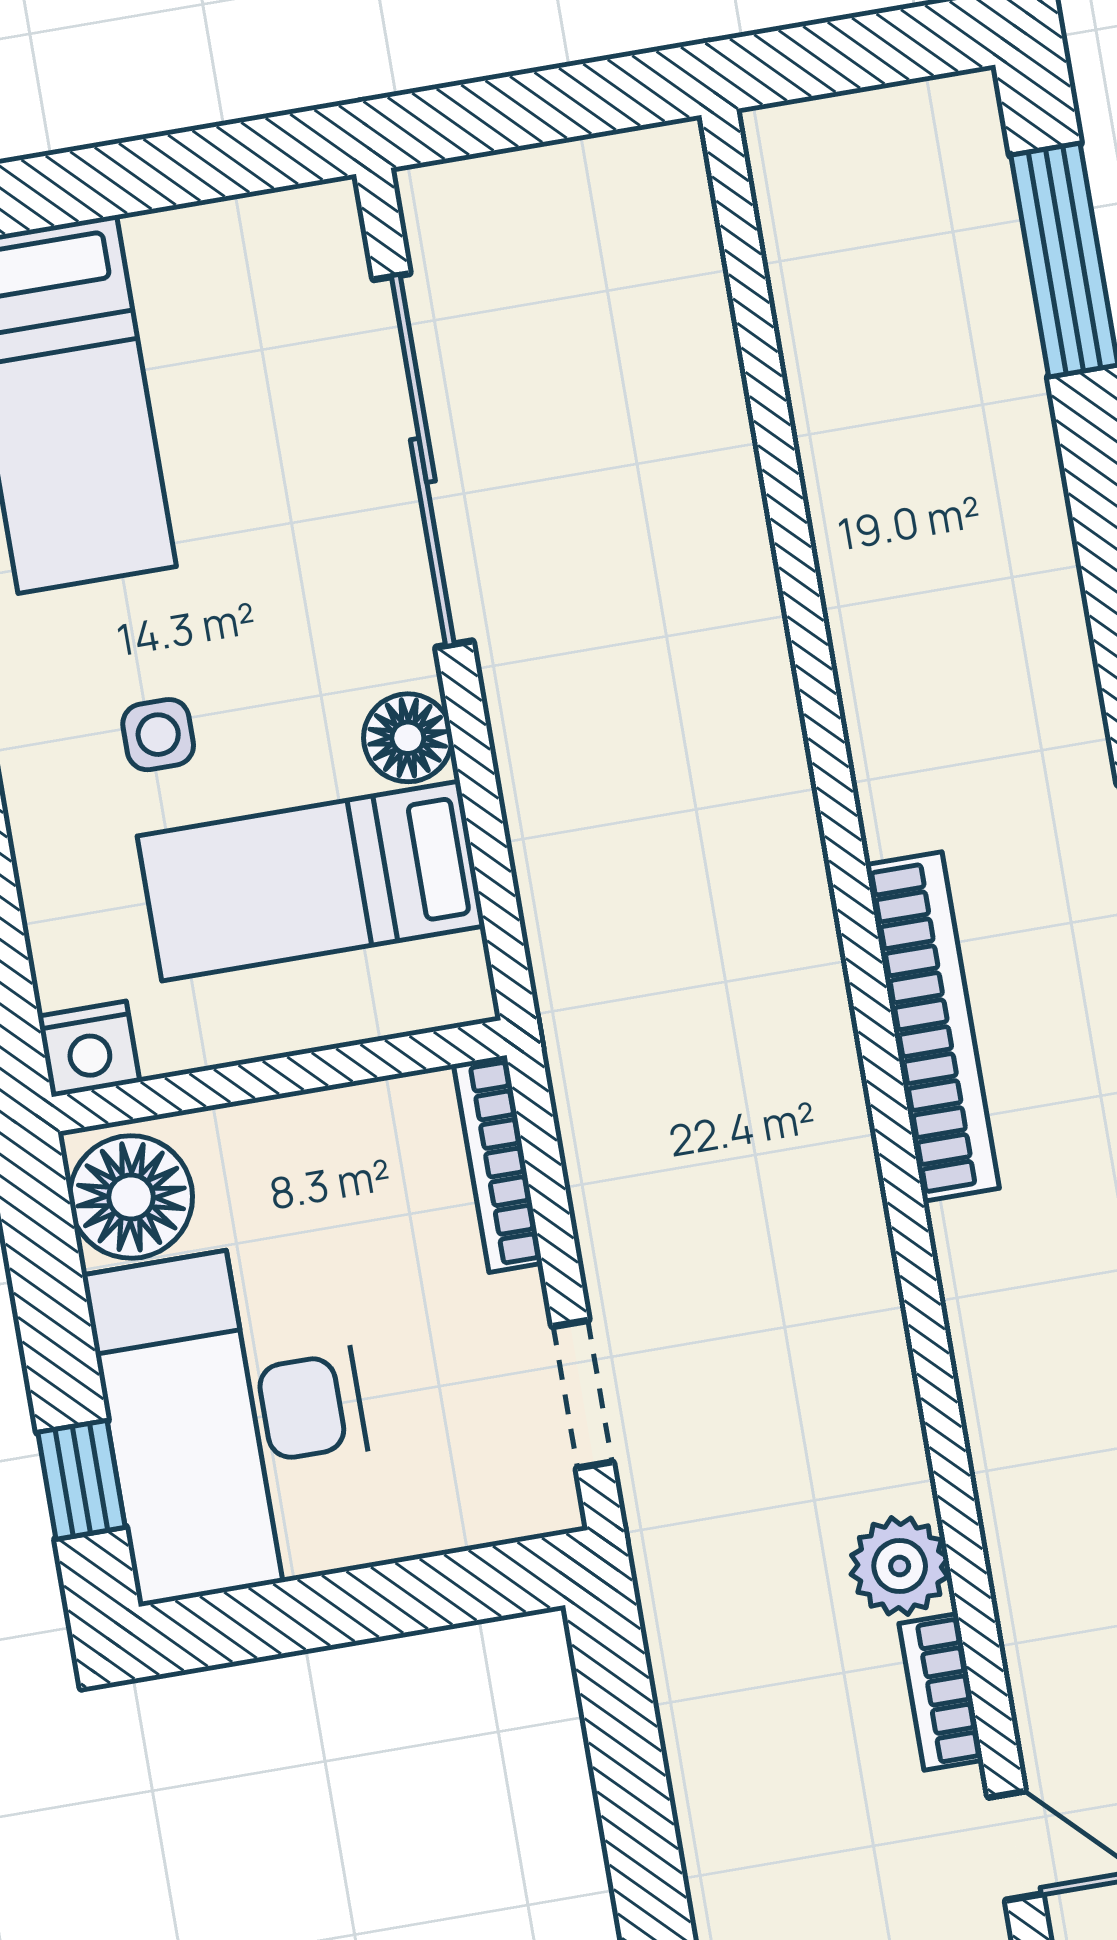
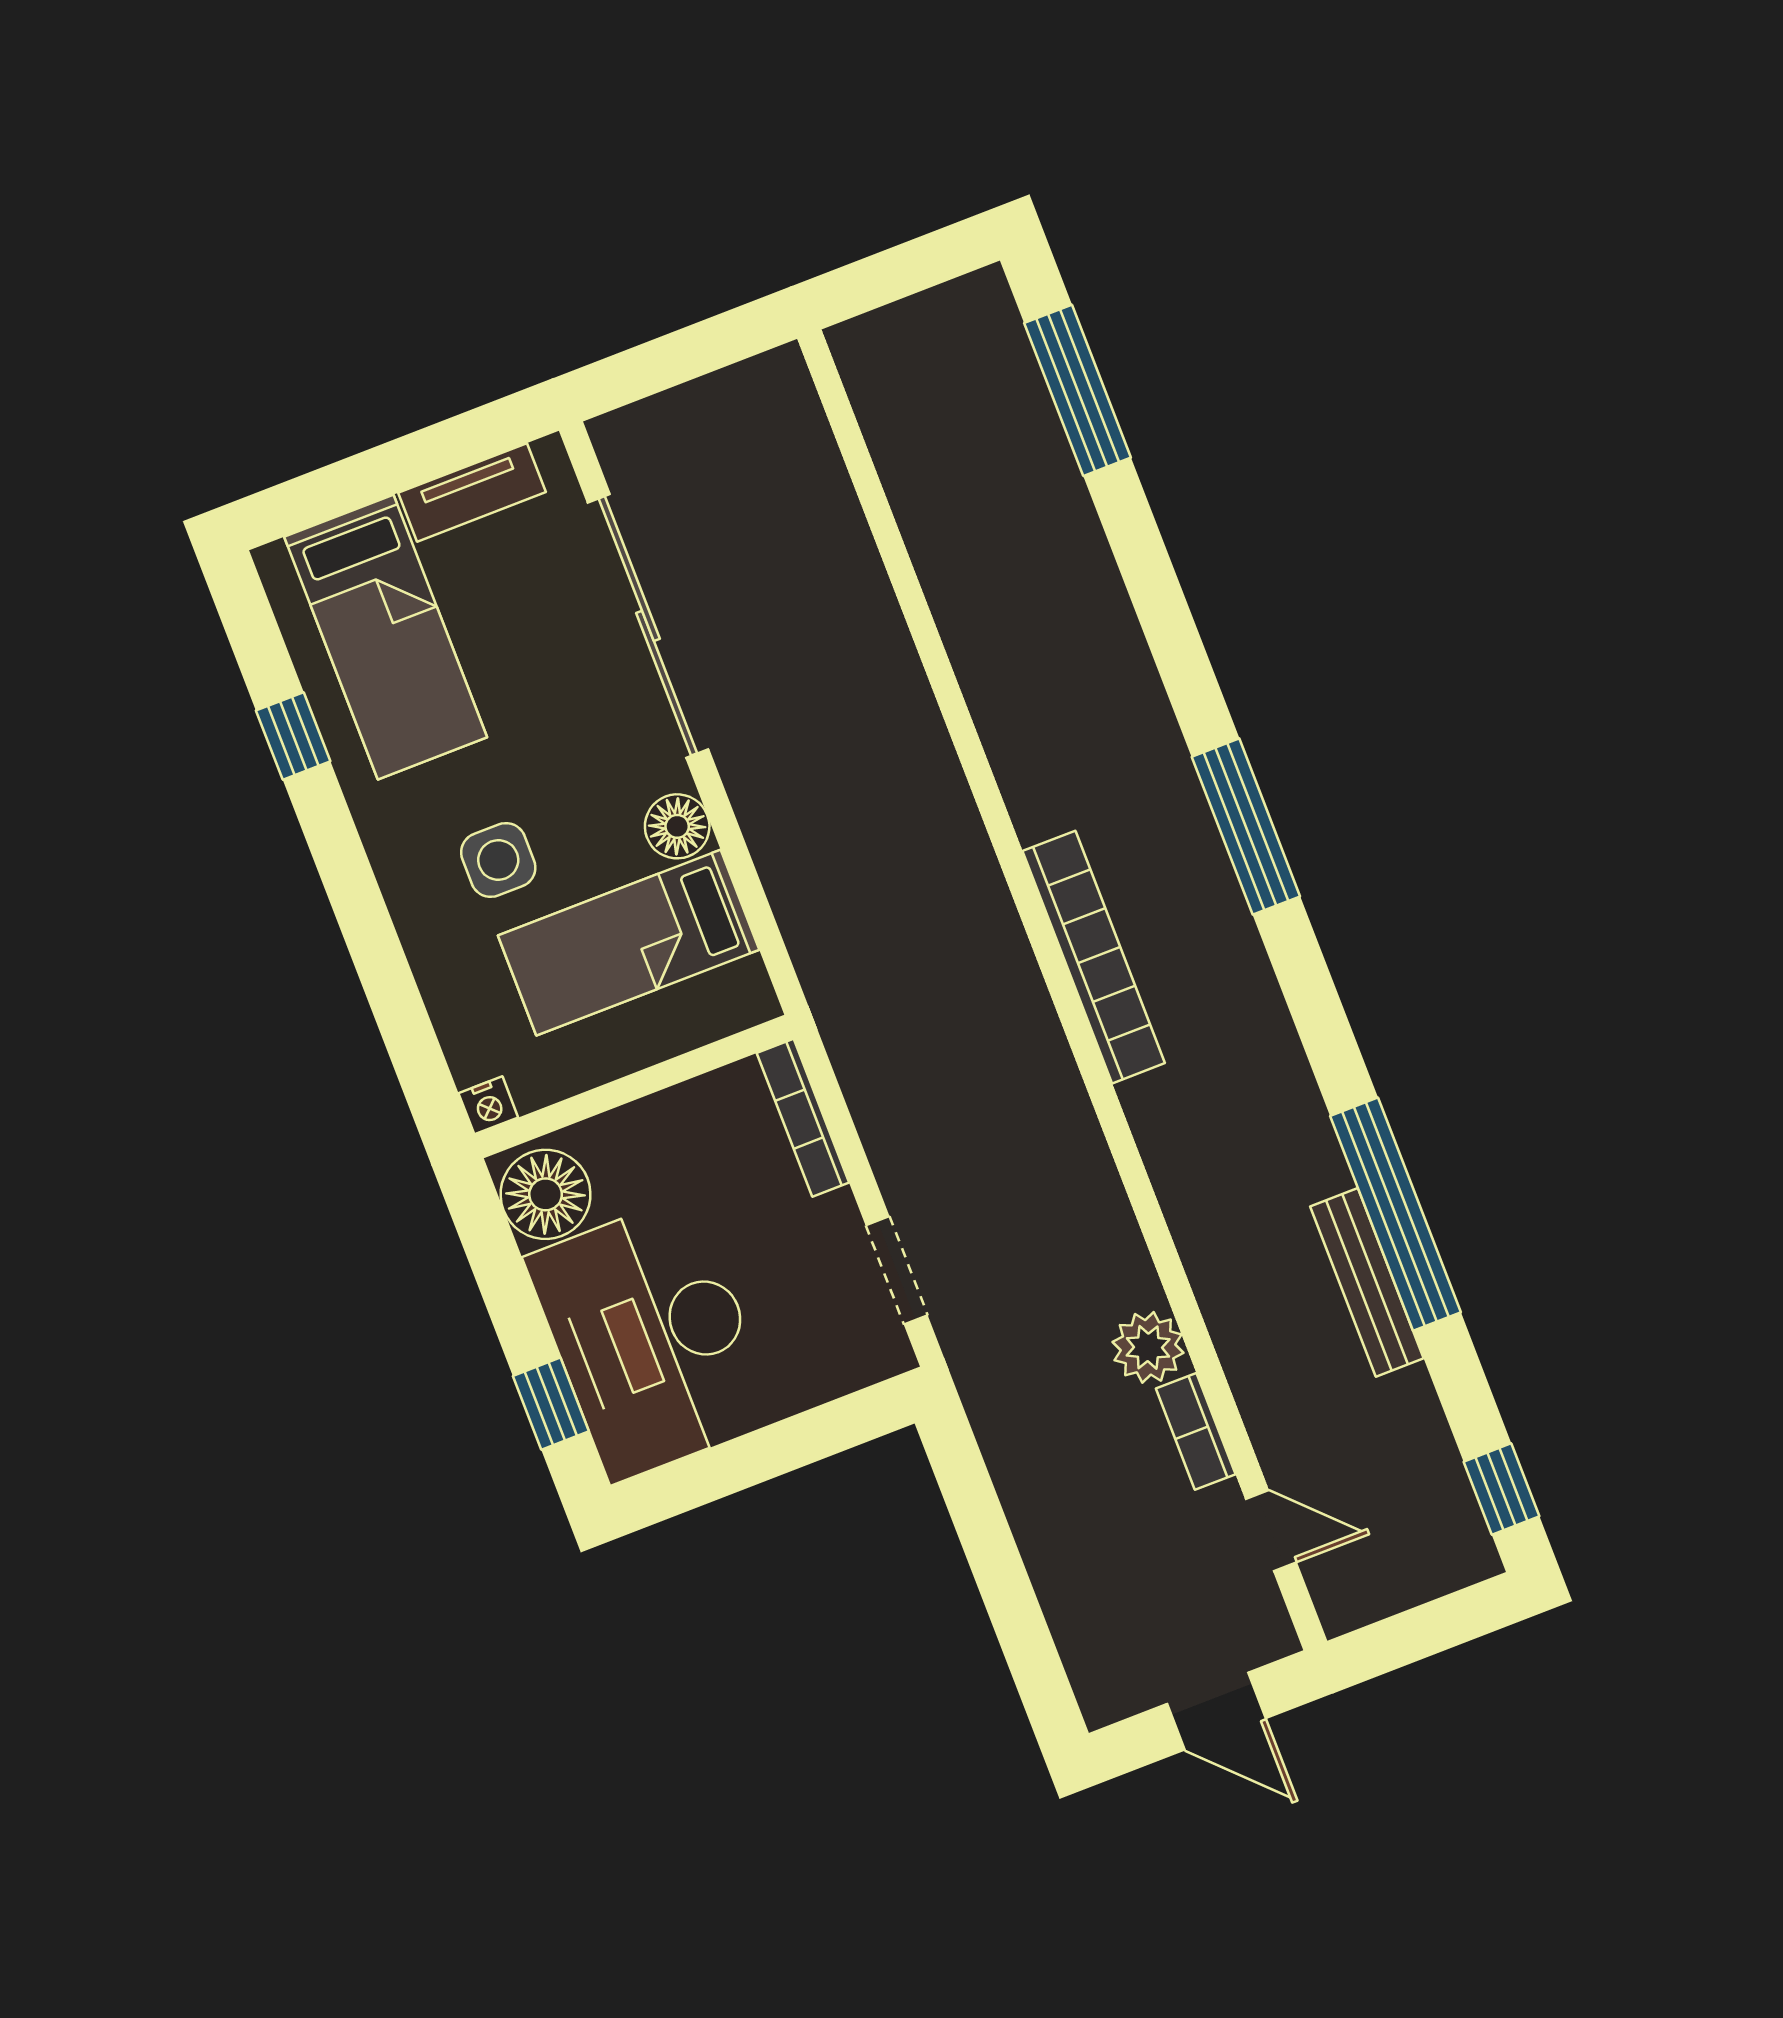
tv unit: (223, 233) -> (472, 492), added
side table: (158, 735) -> (498, 860), width x1.37, depth x1.37
nightstand: (89, 1049) -> (488, 1105), width x0.72, depth x0.74

